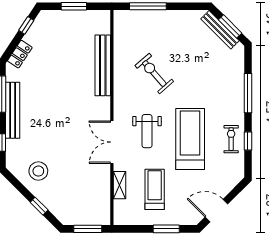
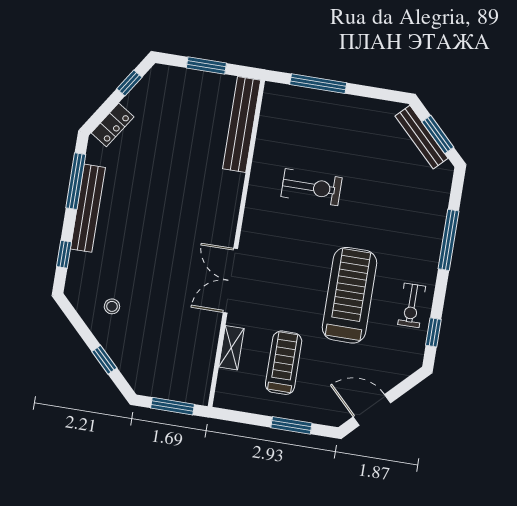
bench: (103, 65) -> (242, 124), moved
exercise bike: (154, 73) -> (311, 187), turned 131
weight bench: (147, 131) -> (286, 273), removed
exercise bike: (231, 139) -> (412, 305), turned 180
window: (248, 141) -> (433, 332), moved
stool: (38, 171) -> (112, 306), width x0.53, depth x0.53

